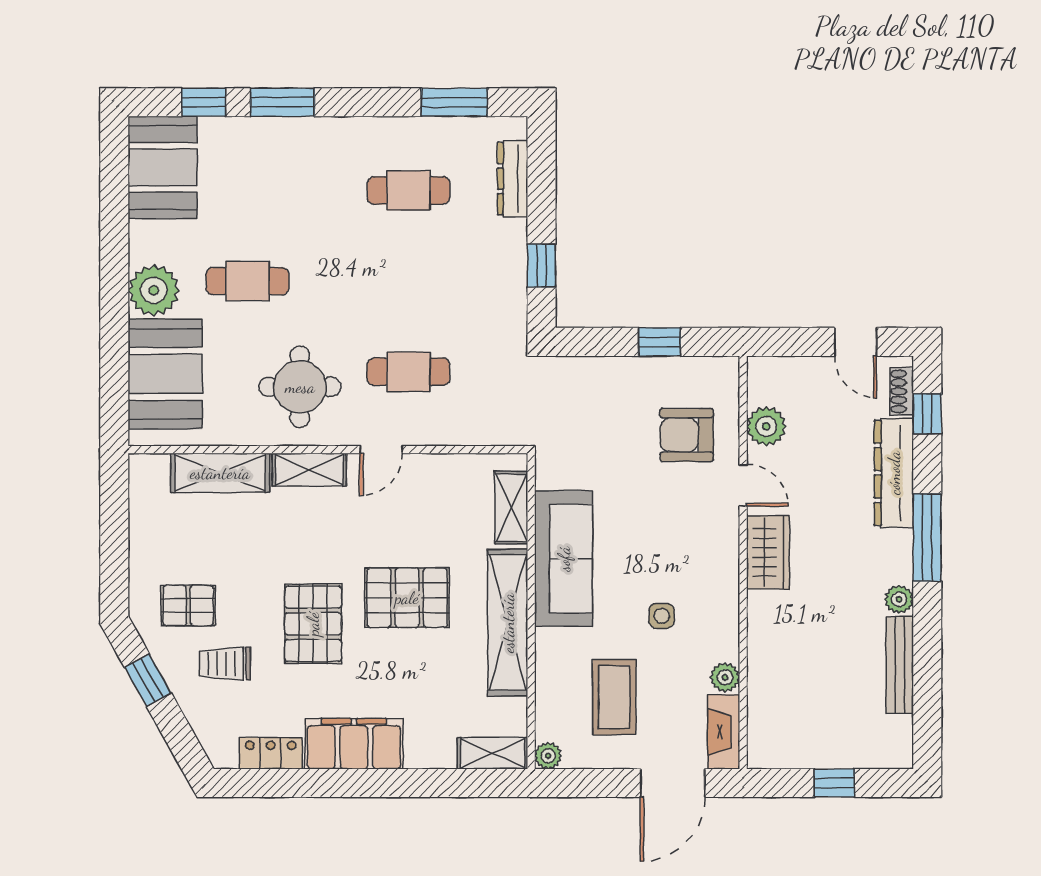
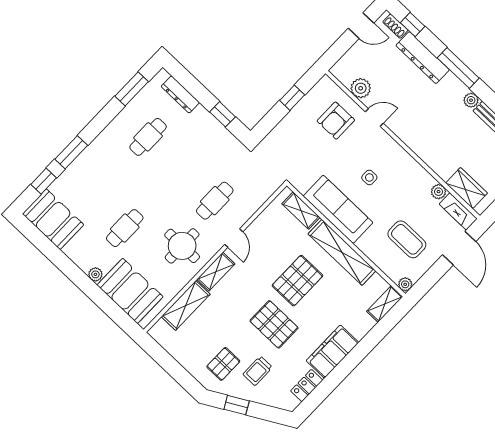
plant: (154, 290) -> (95, 274), width x0.53, depth x0.53
wardrobe: (768, 552) -> (466, 188), moved
side table: (662, 616) -> (369, 177), moved

